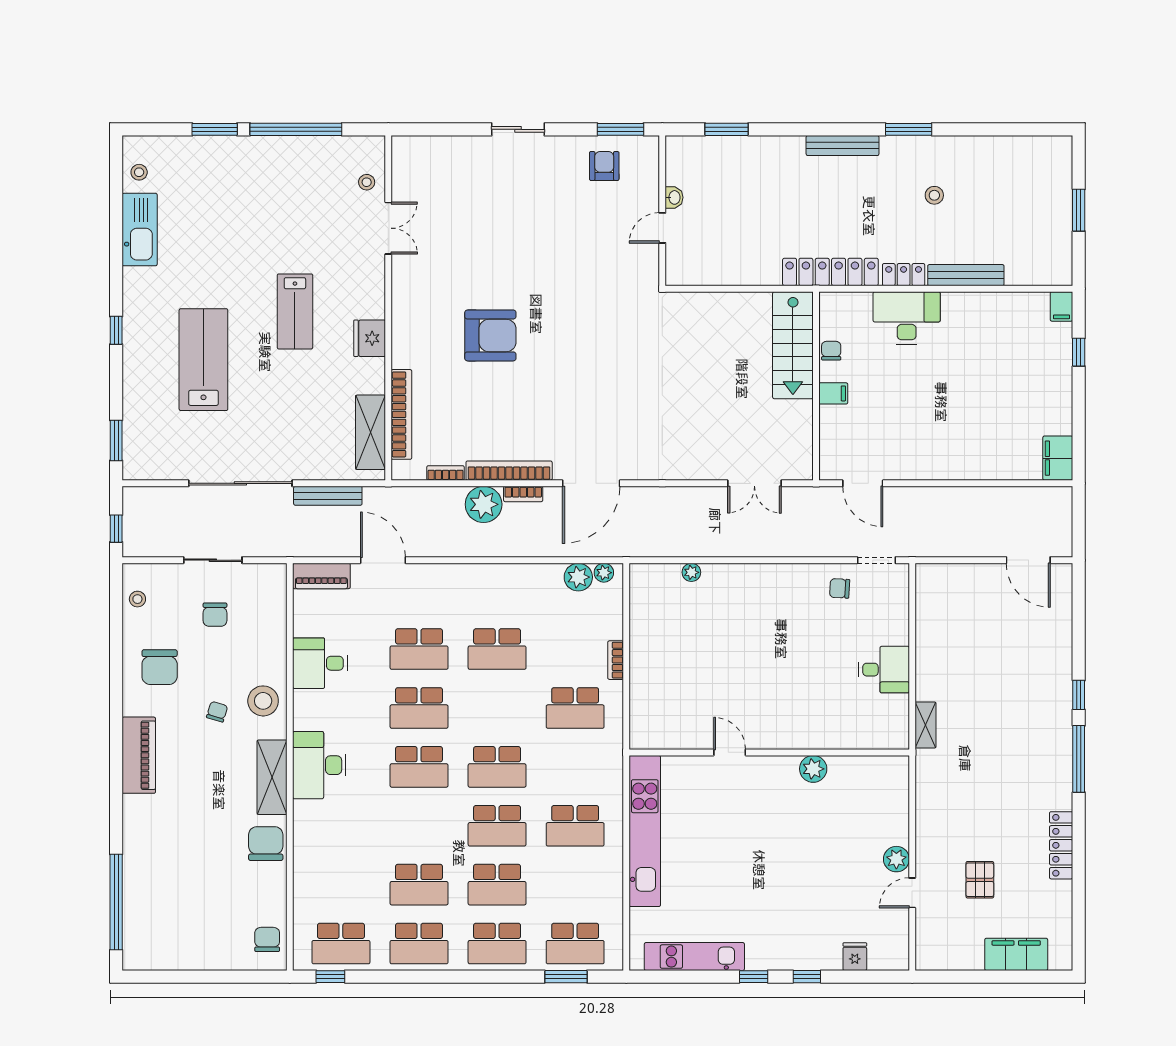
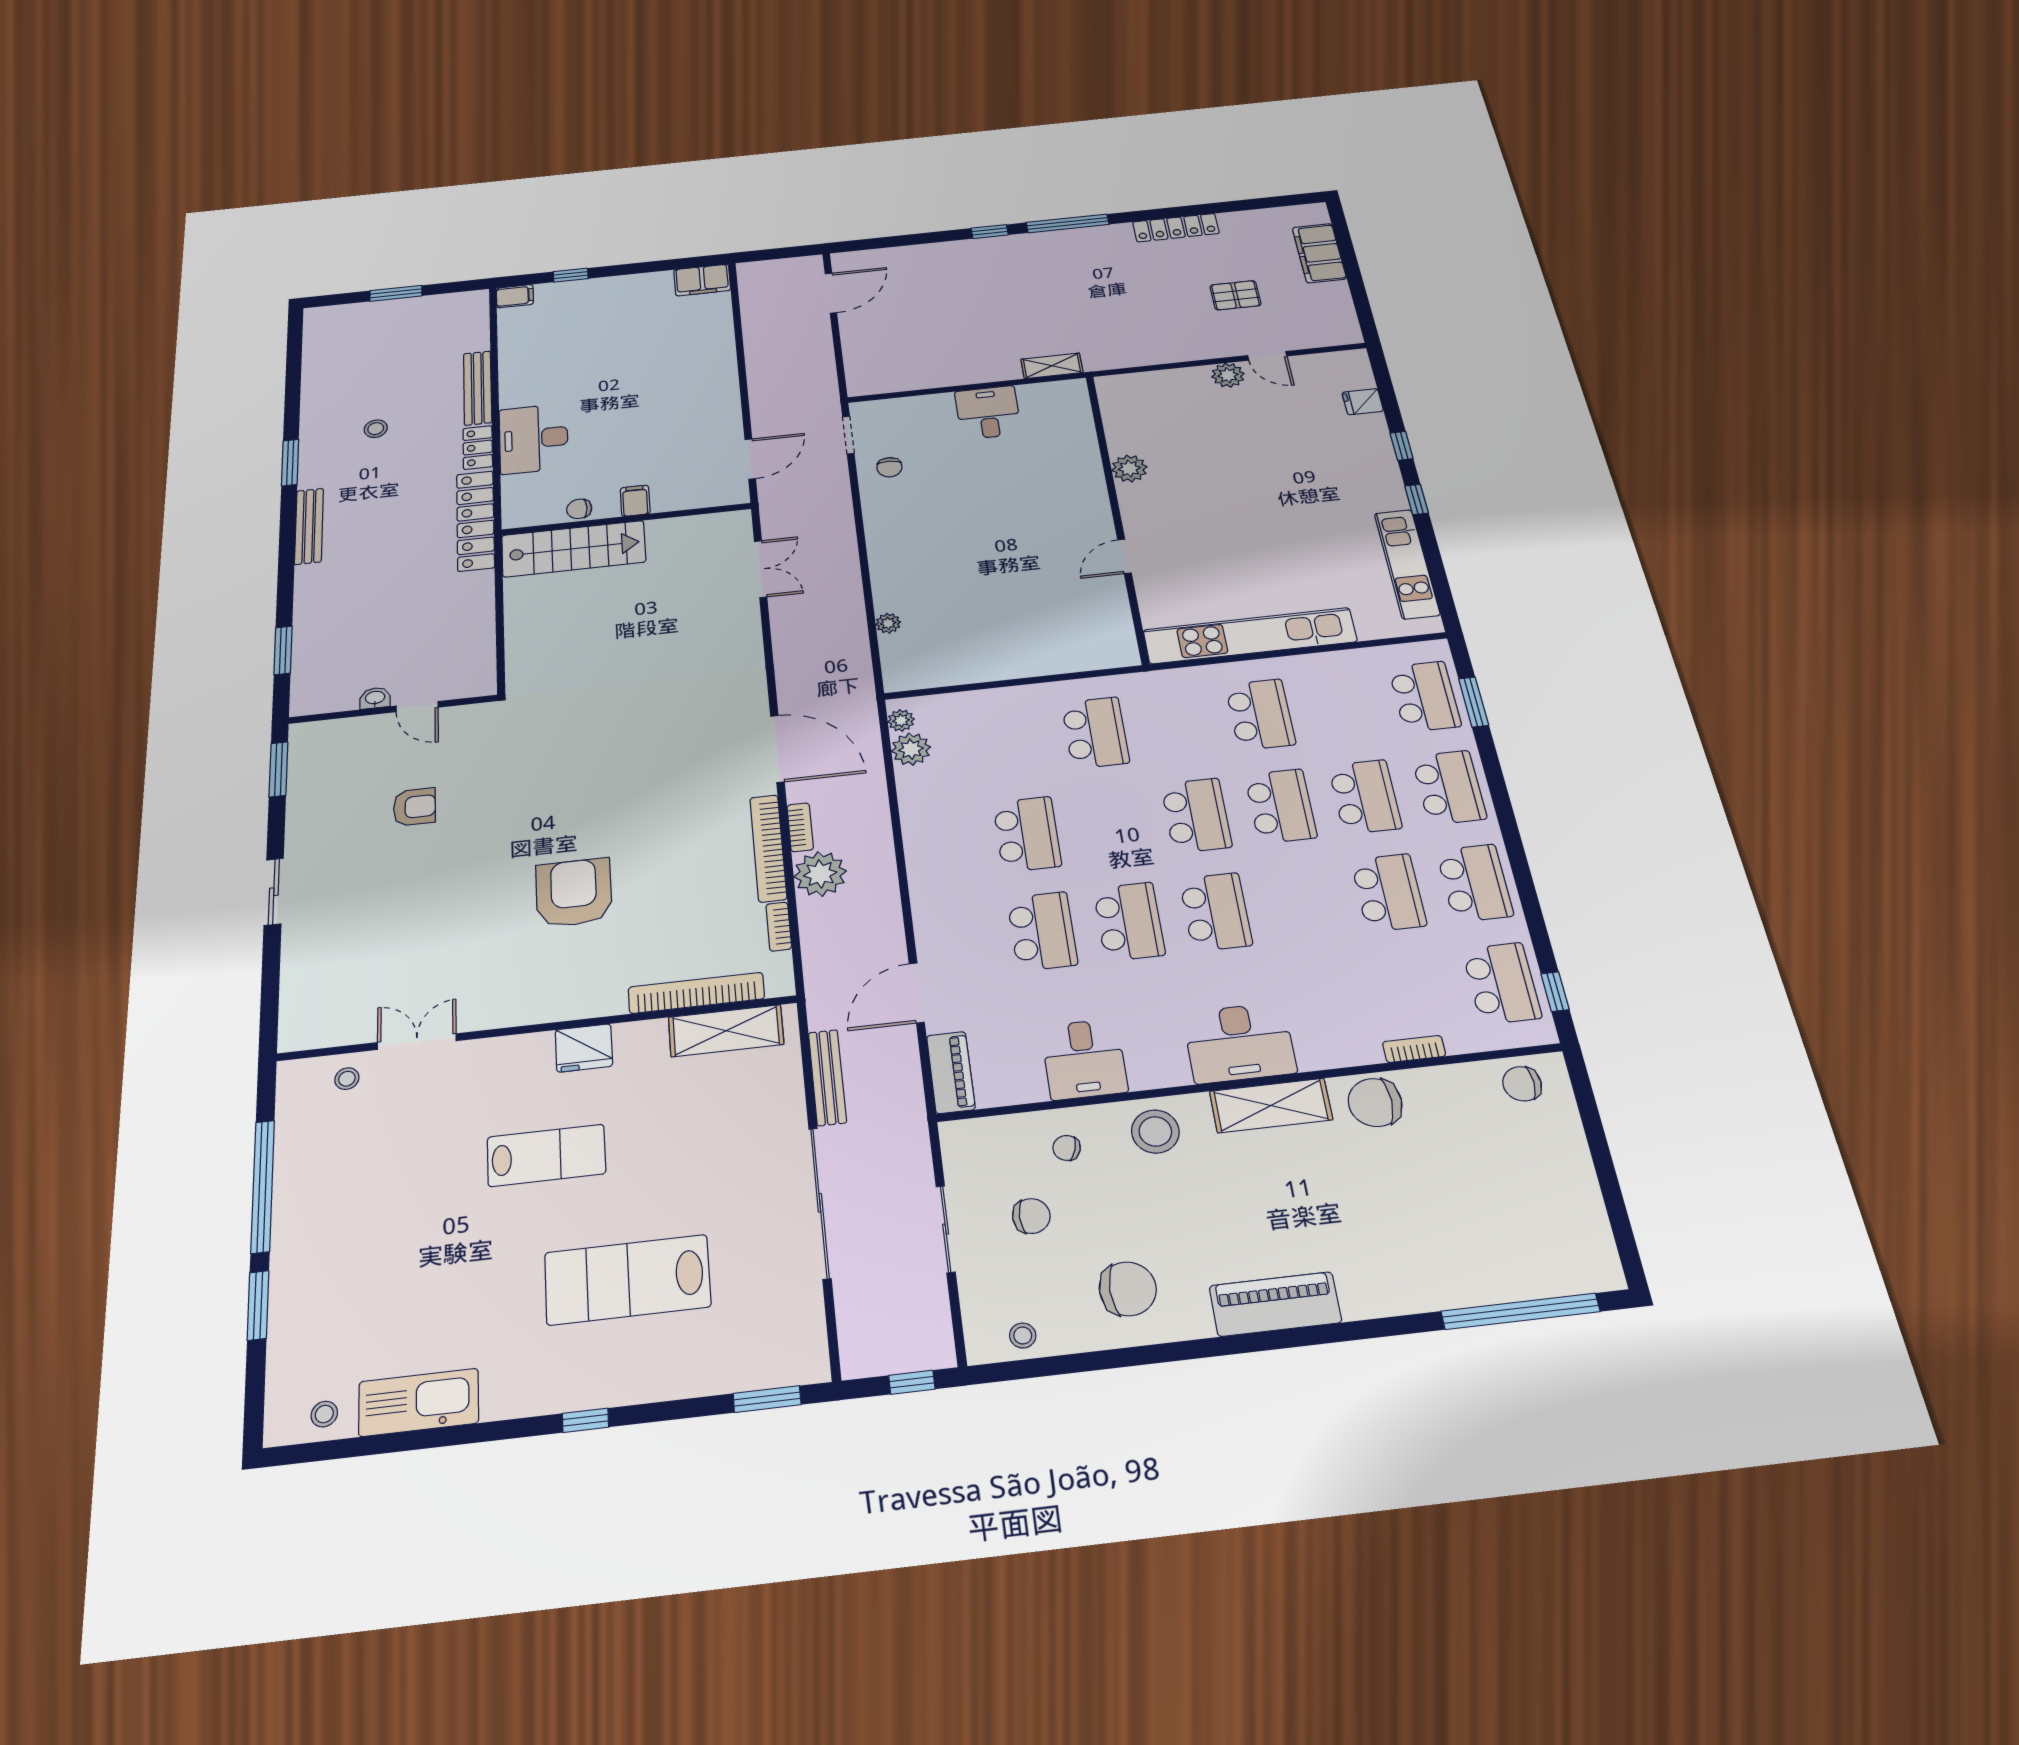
armchair: (604, 166) -> (414, 807), moved, turned 180
bookcase: (616, 660) -> (1414, 1049), moved, turned 180
chair: (217, 712) -> (1067, 1148), moved

